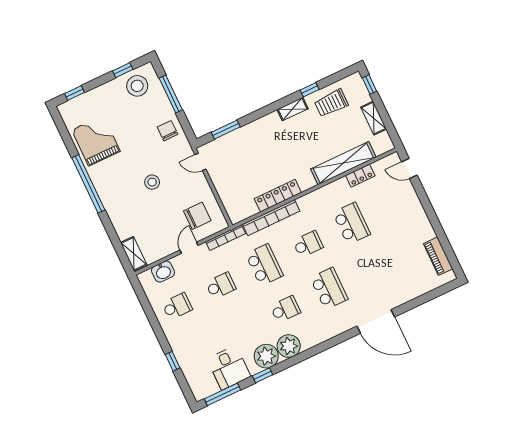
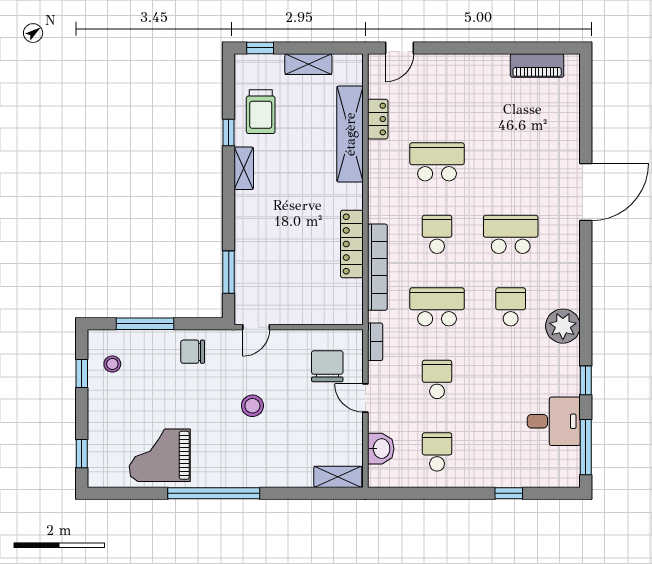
stool: (137, 86) -> (112, 364), width x0.53, depth x0.53
bookcase: (226, 238) -> (375, 342), width x0.64
plant: (266, 356) -> (562, 363), removed

